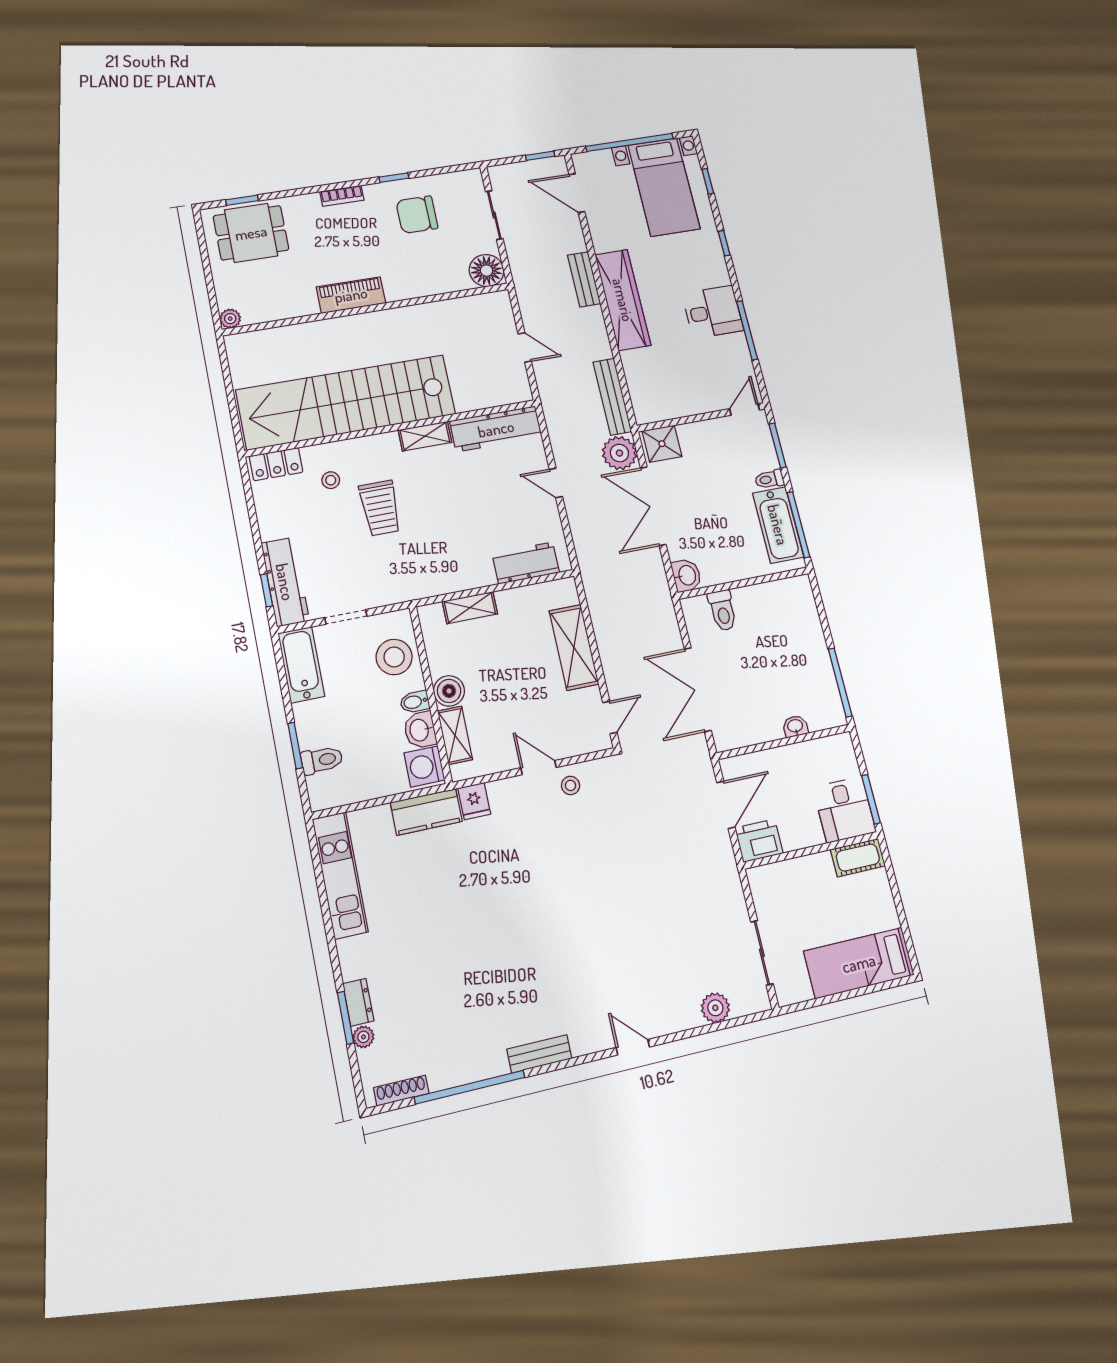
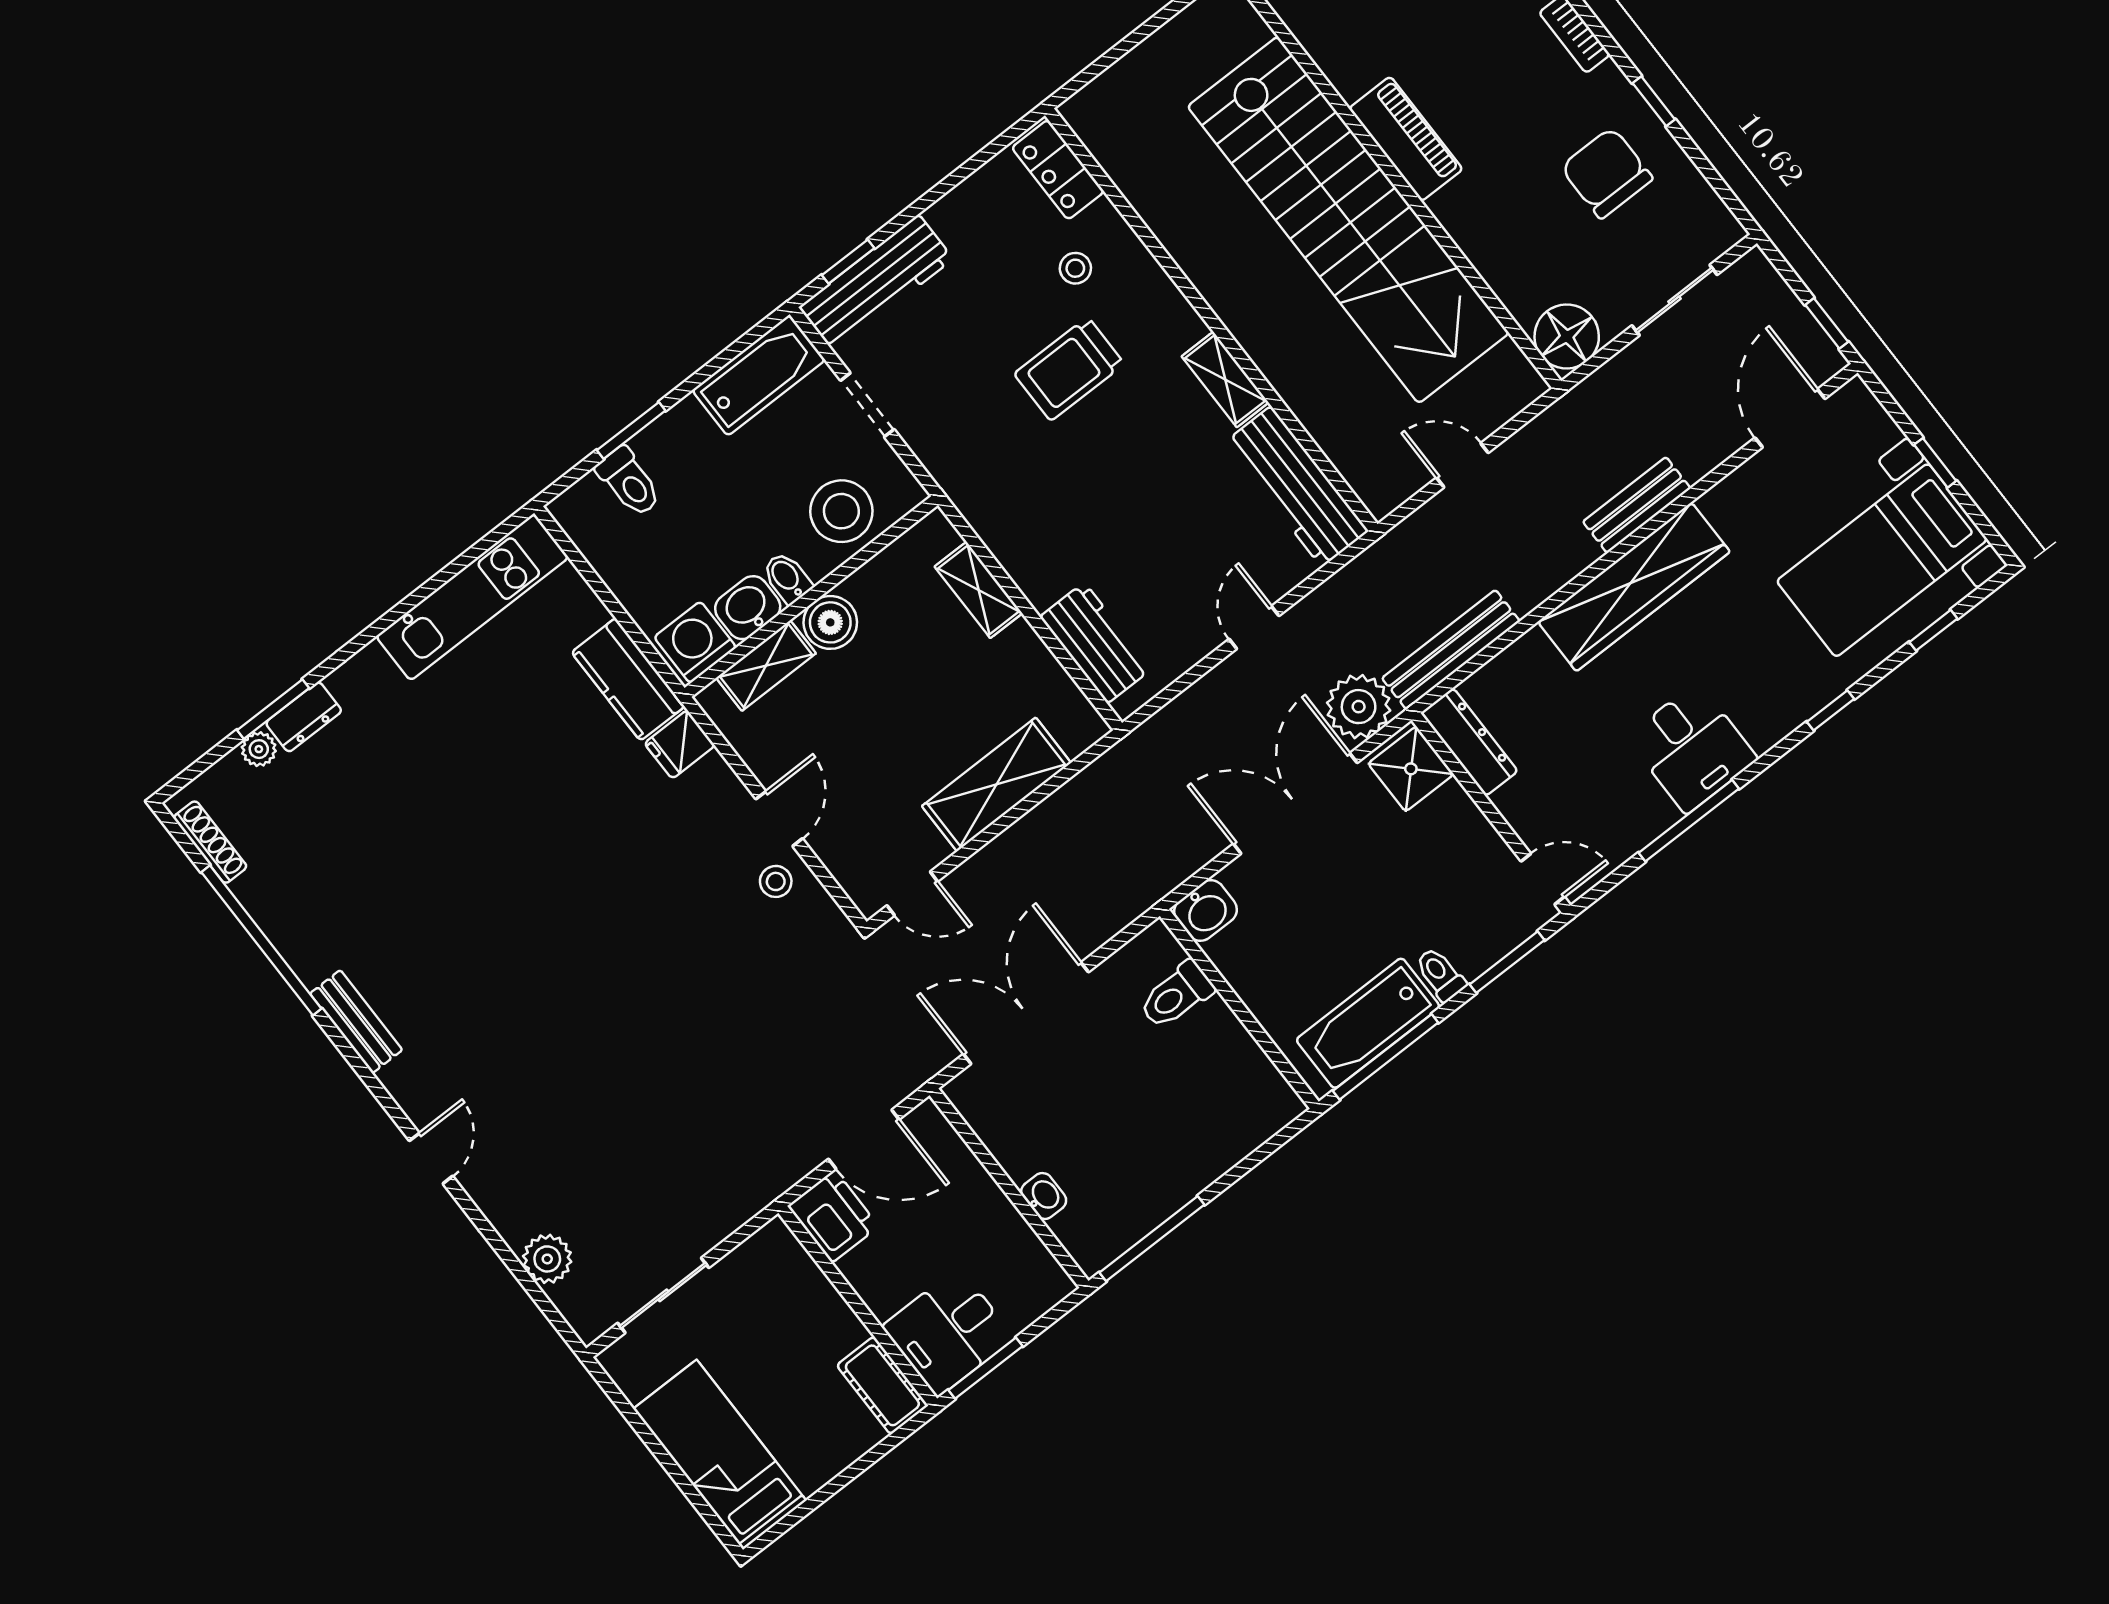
window: (630, 142) -> (1935, 463), width x0.32
door: (525, 348) -> (1462, 465), swing flipped
stairs: (346, 402) -> (1348, 220), moved, turned 180
dresser: (662, 410) -> (1469, 742), added

